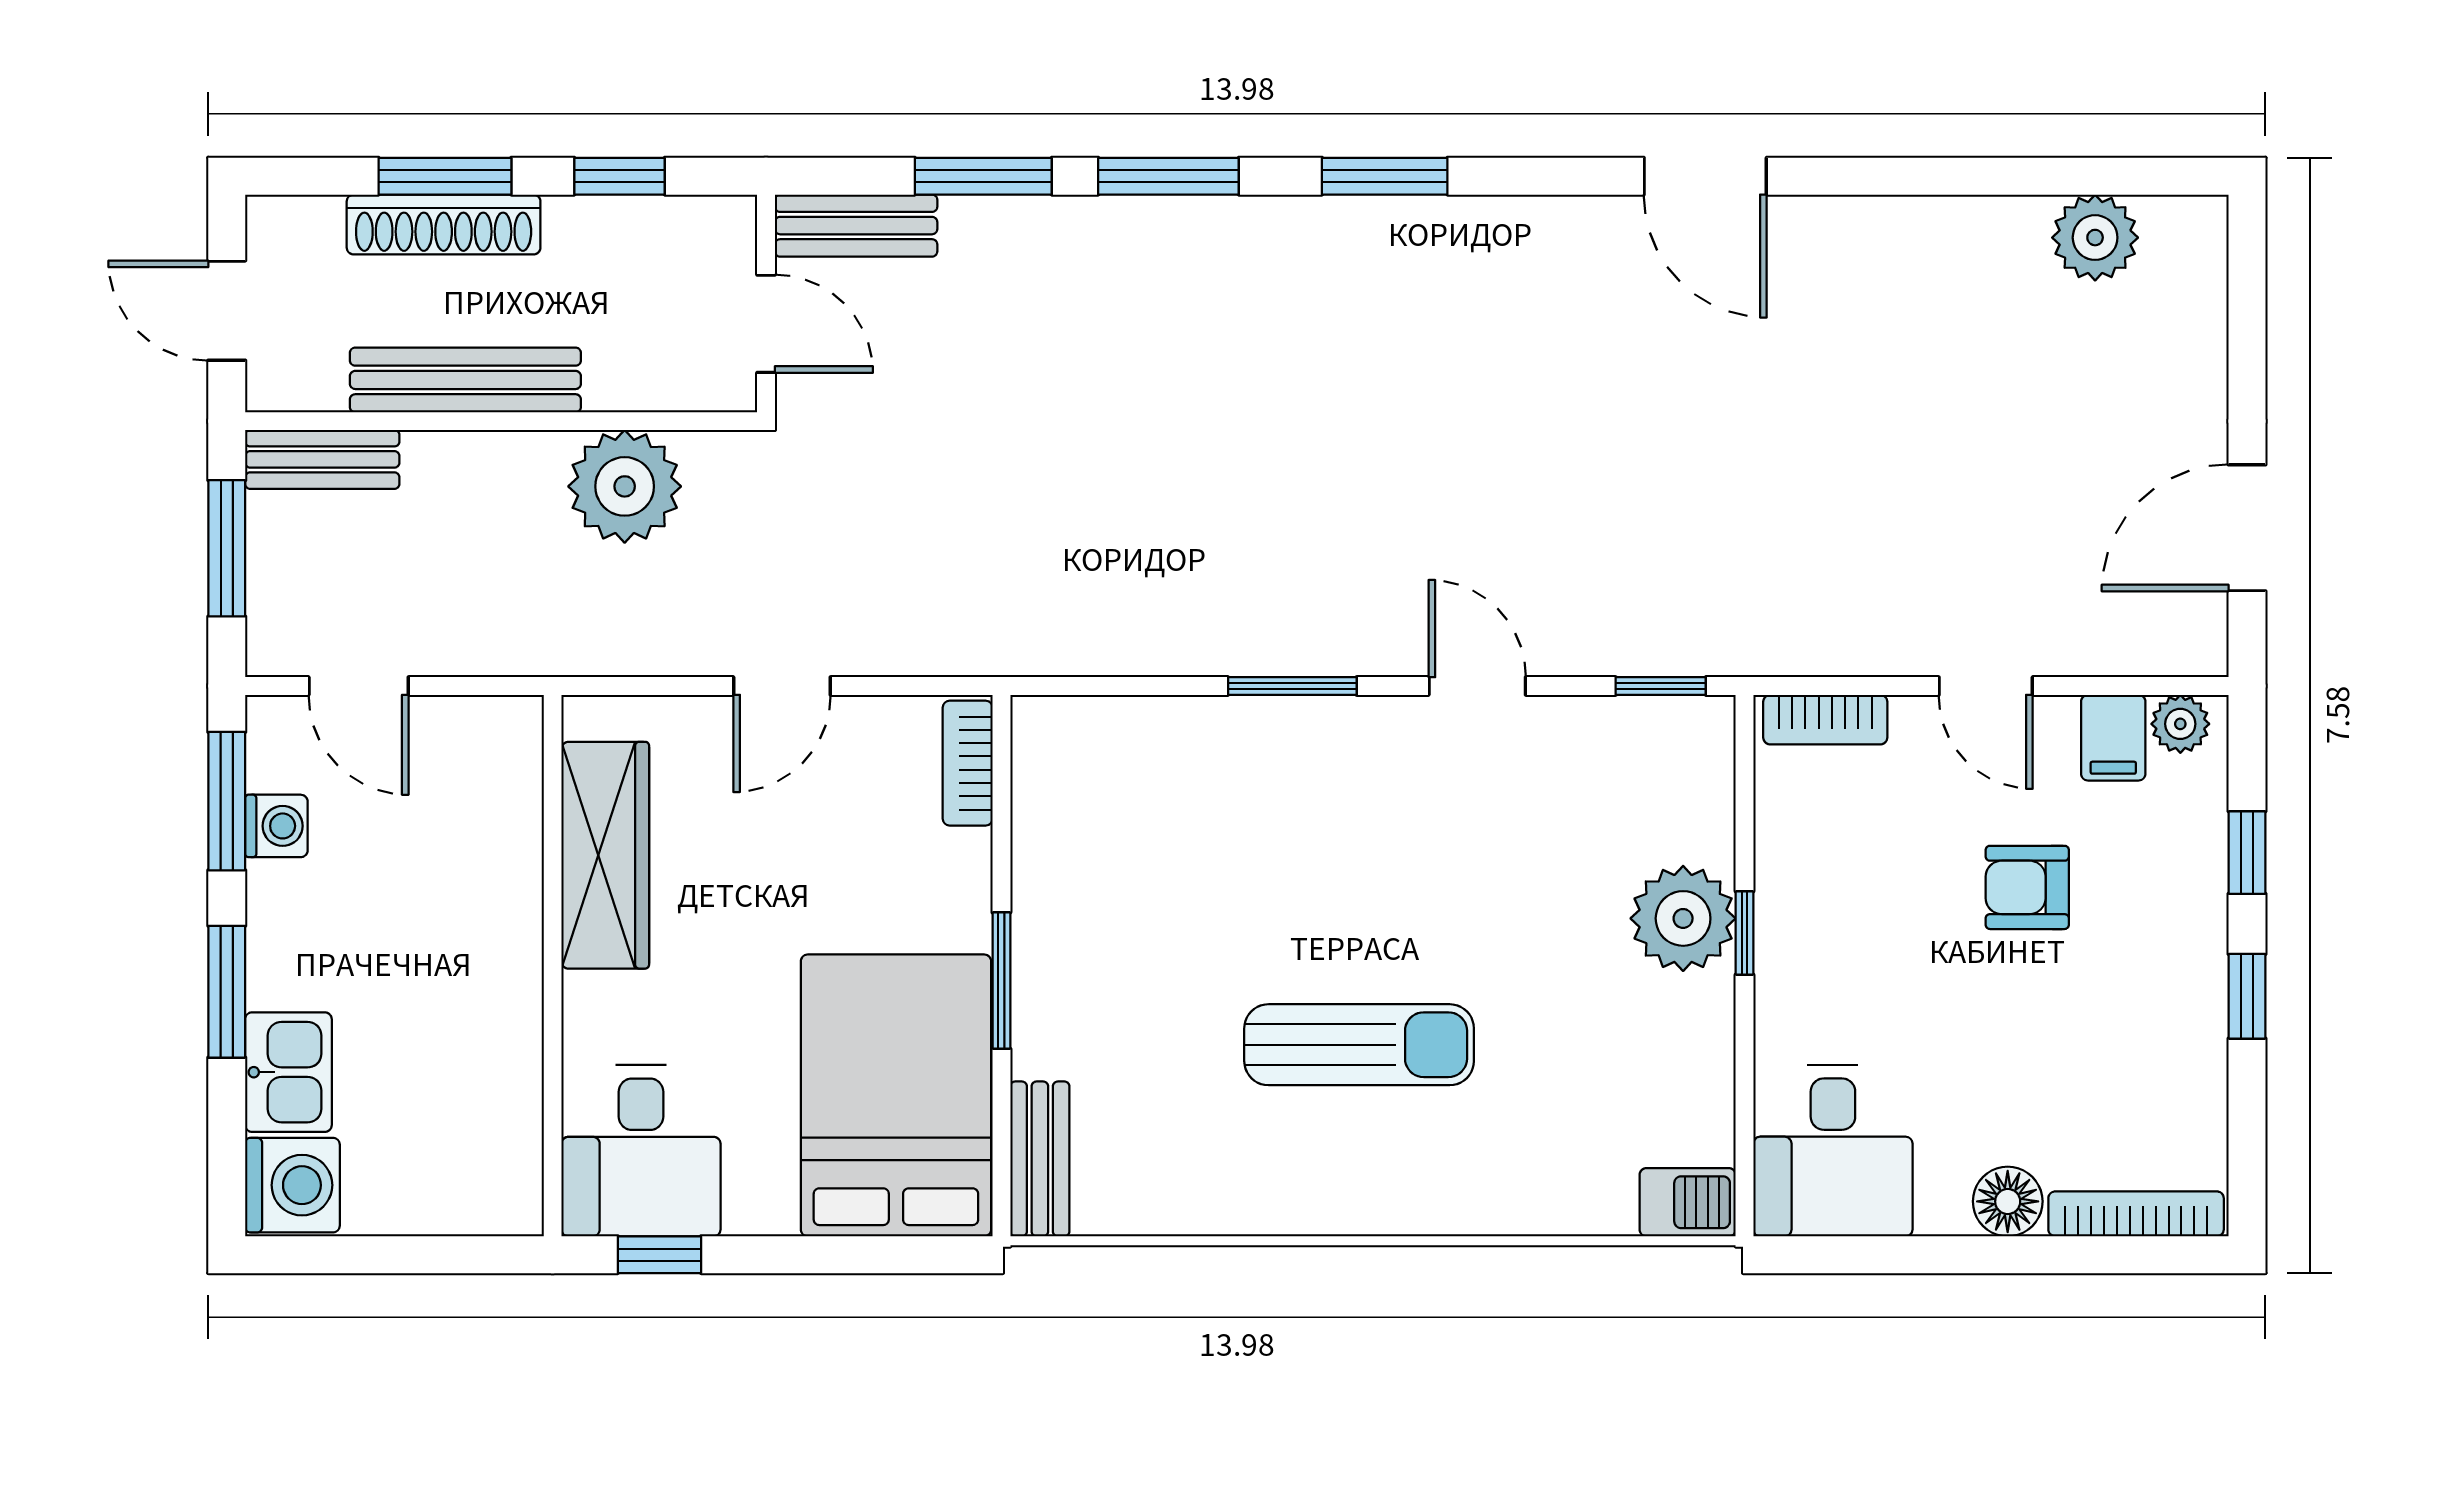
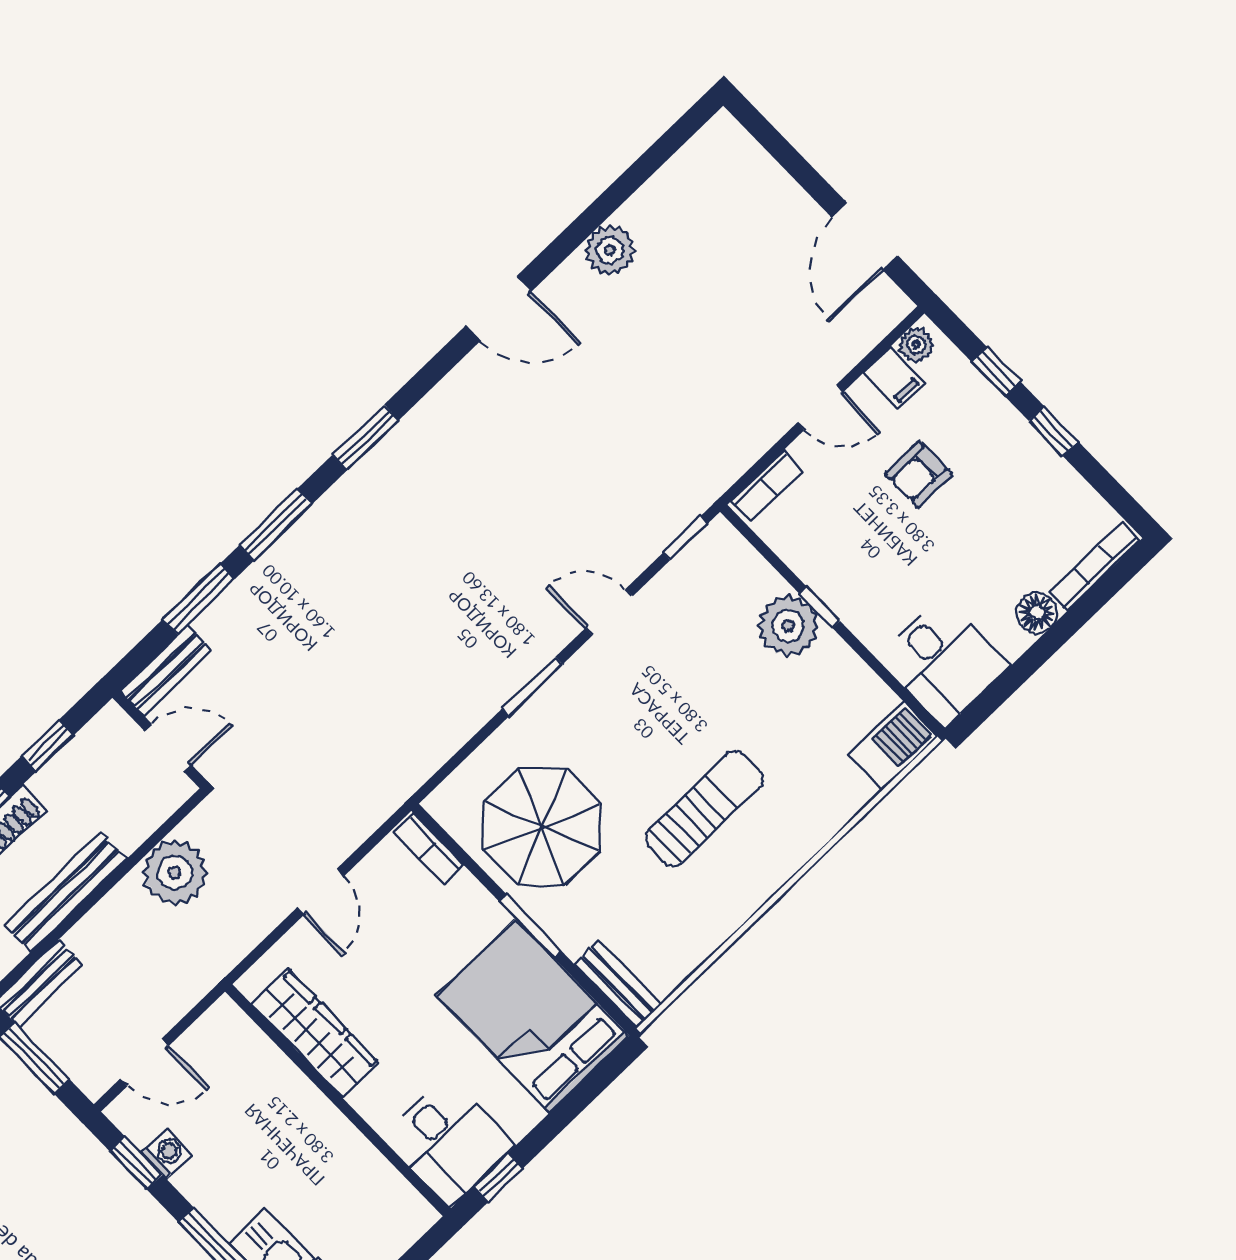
plant: (2095, 238) -> (610, 250), moved
window: (227, 801) -> (136, 1163), width x0.67
parasol: (1135, 872) -> (542, 827), added
barbecue: (1688, 1202) -> (893, 745), width x1.38, depth x1.27

